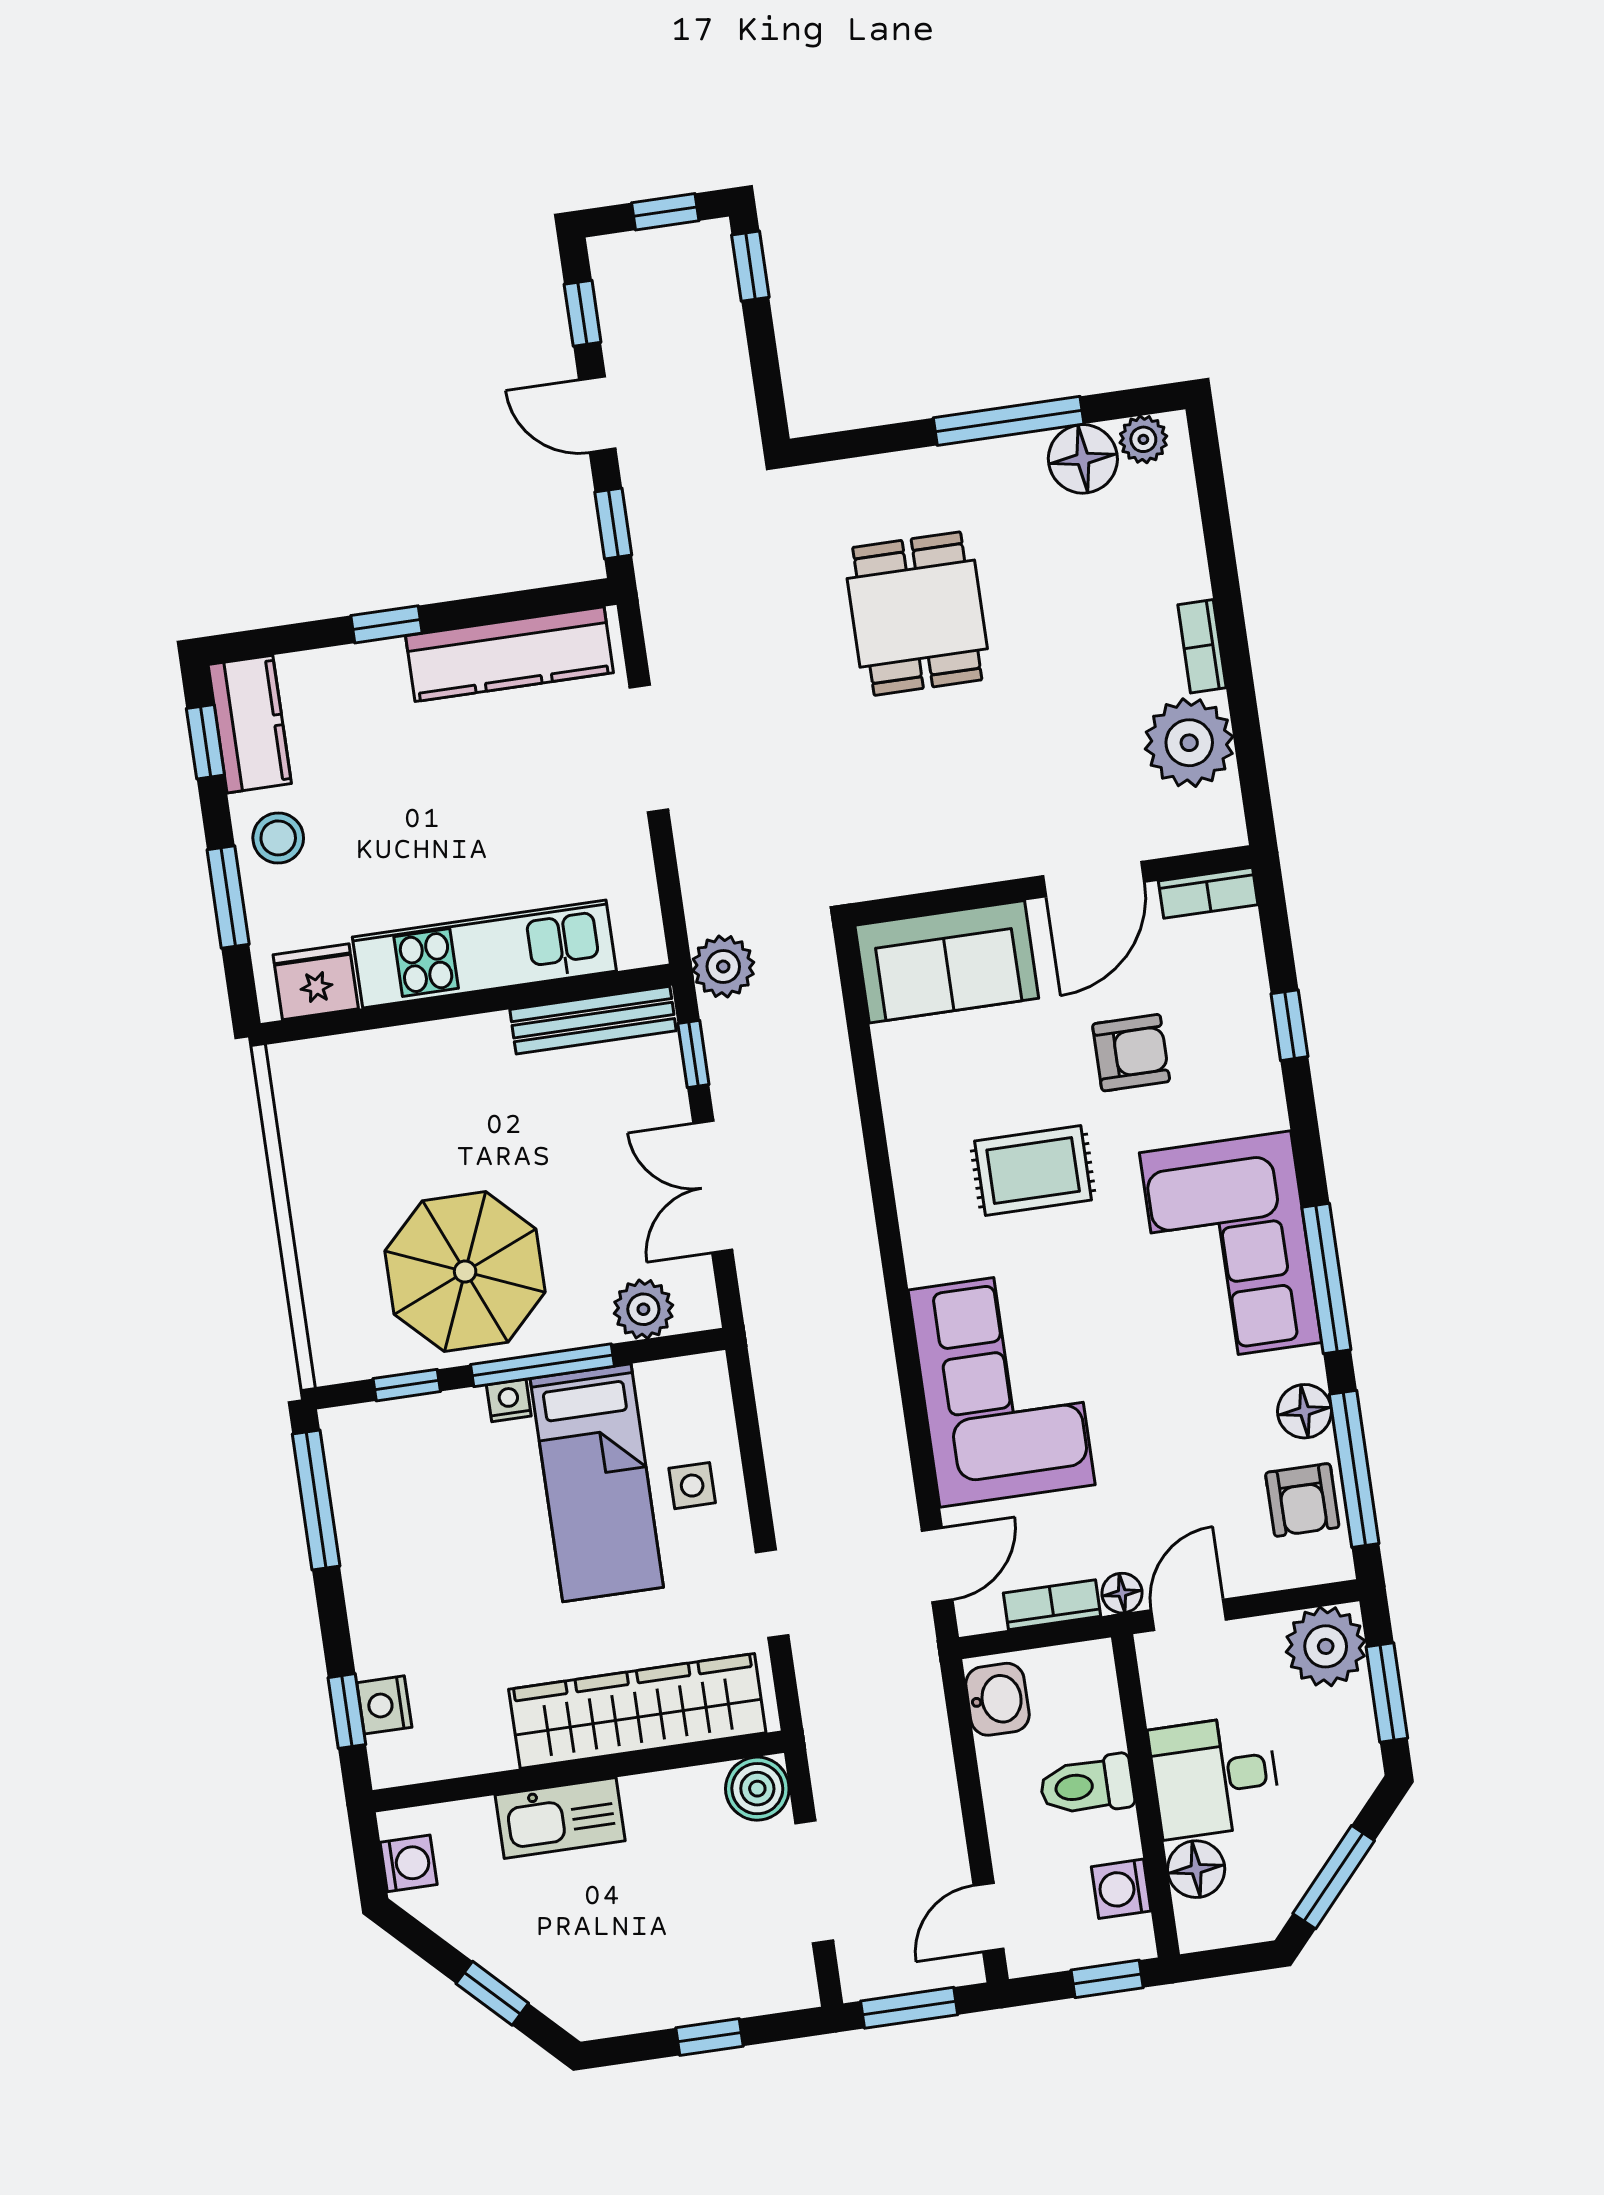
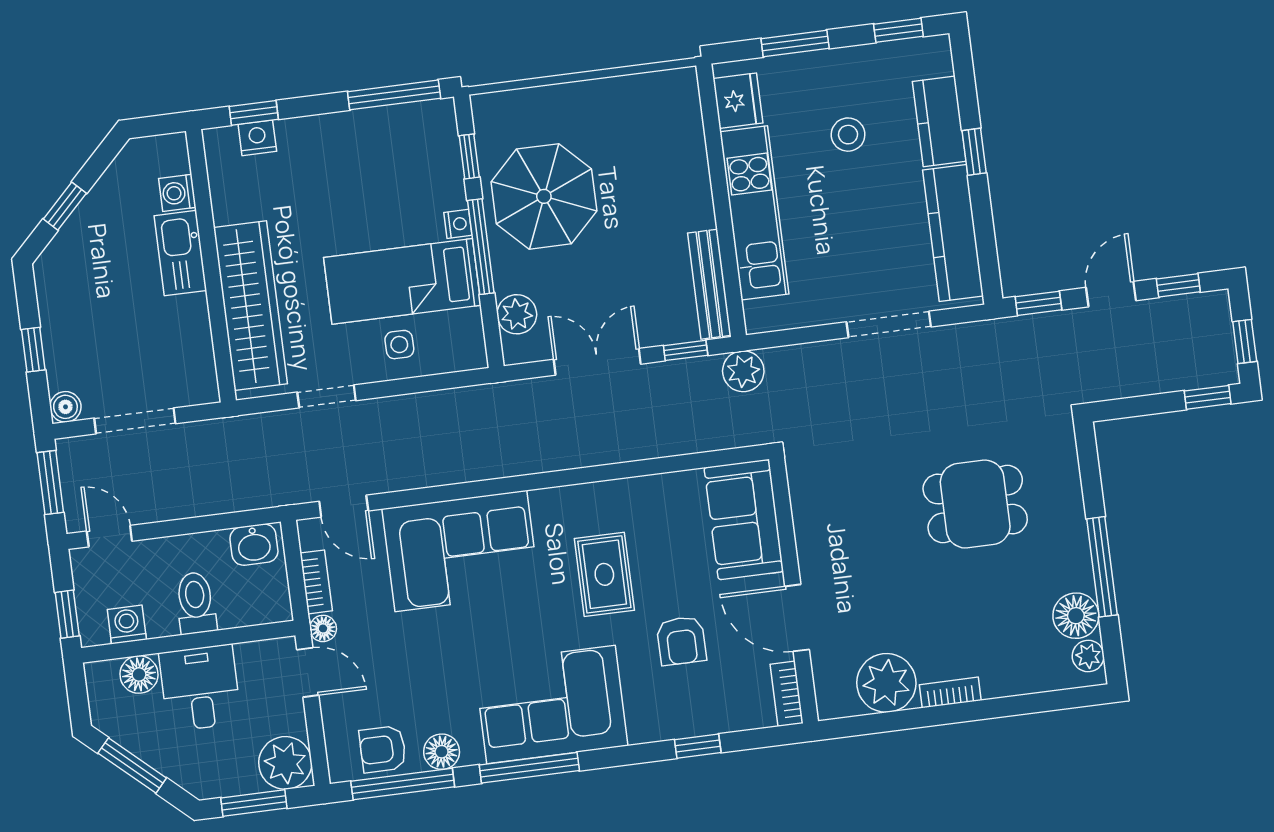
kitchen counter: (250, 724) -> (939, 121), moved, turned 90
stool: (278, 838) -> (848, 135), moved
boiler: (757, 1789) -> (65, 407), moved, width x0.73, depth x0.73
washing machine: (409, 1863) -> (177, 193), moved, turned 90

